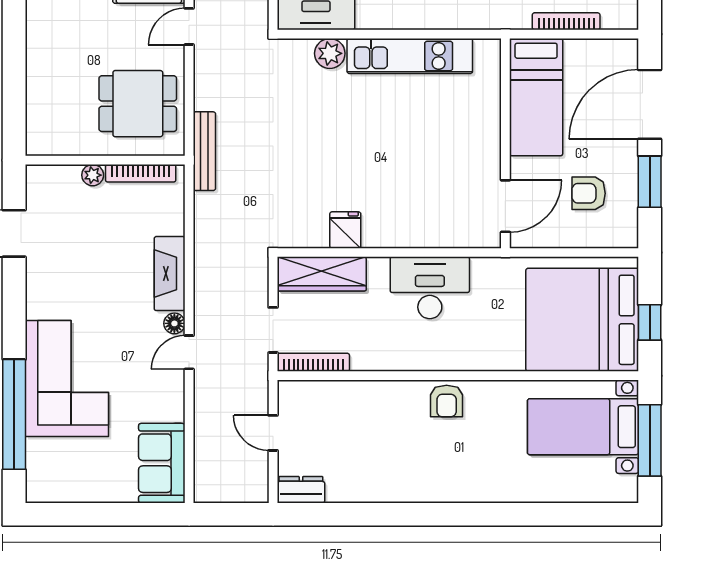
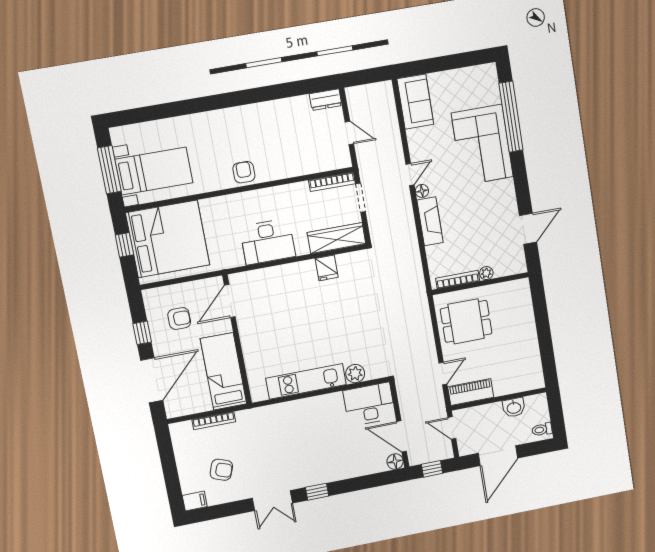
bench: (204, 151) -> (421, 300), removed
window: (650, 182) -> (142, 333), width x0.67

